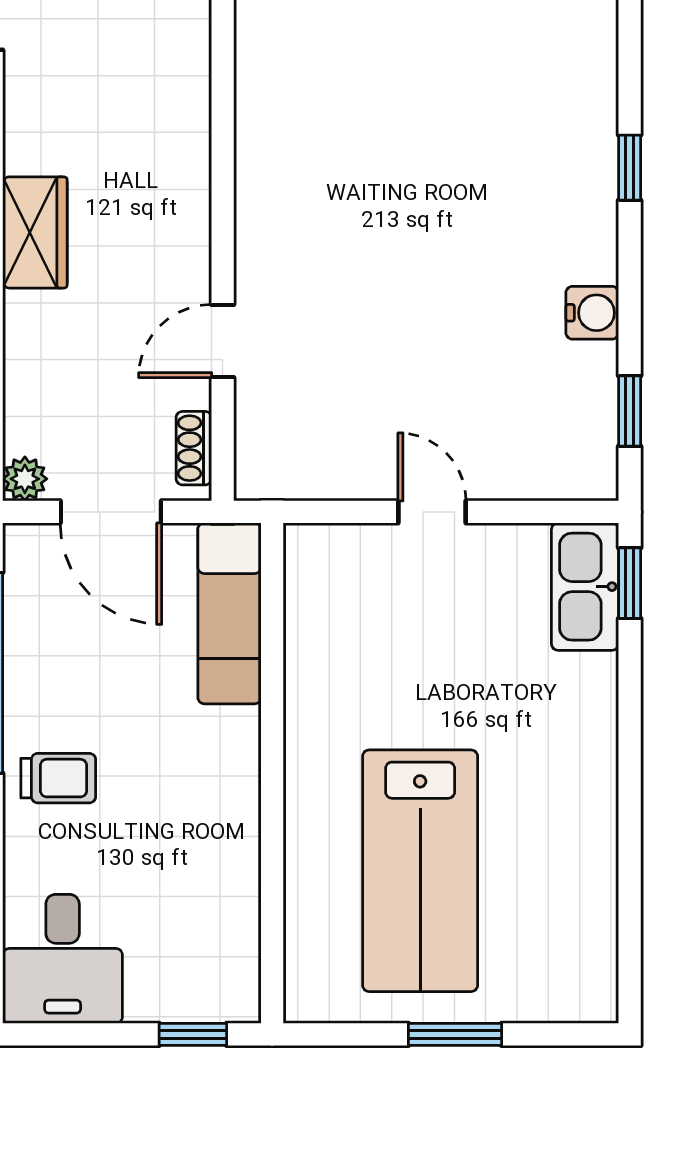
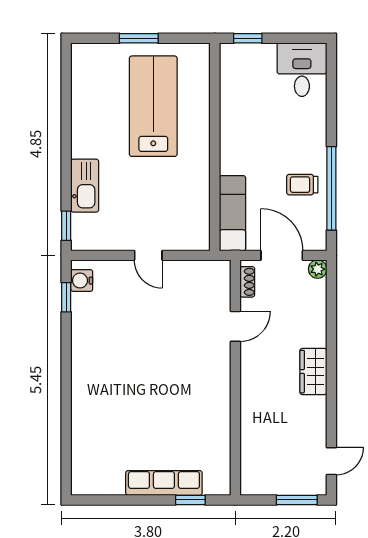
window: (630, 168) -> (66, 398), removed
water cooler: (592, 313) -> (82, 281), moved
kitchen sink: (585, 587) -> (85, 186), moved
trolley: (58, 778) -> (302, 185), moved

